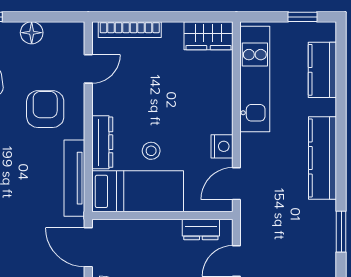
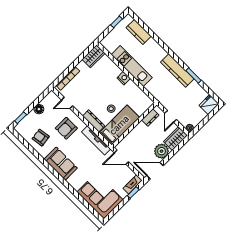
door: (88, 69) -> (67, 103), swing flipped
kitchen unit: (255, 79) -> (132, 66), moved
armchair: (45, 109) -> (66, 128), turned -90
nightstand: (222, 146) -> (124, 78), moved
kitchen counter: (323, 158) -> (177, 70), moved
door: (236, 184) -> (147, 93), removed

